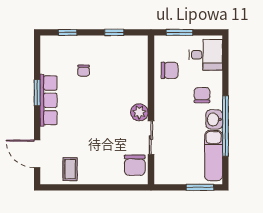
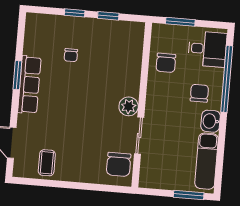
window: (68, 32) -> (75, 13), moved
chair: (170, 70) -> (166, 63), turned 90
window: (225, 126) -> (227, 79), moved

